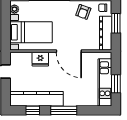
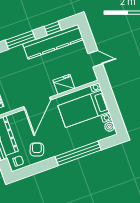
door: (69, 51) -> (37, 103), swing flipped

